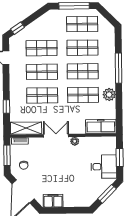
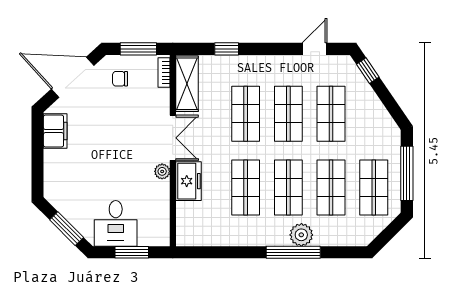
plant: (109, 95) -> (301, 235), moved
freezer: (101, 126) -> (188, 181), moved, width x0.71

